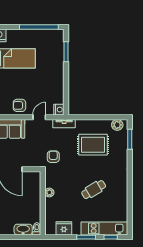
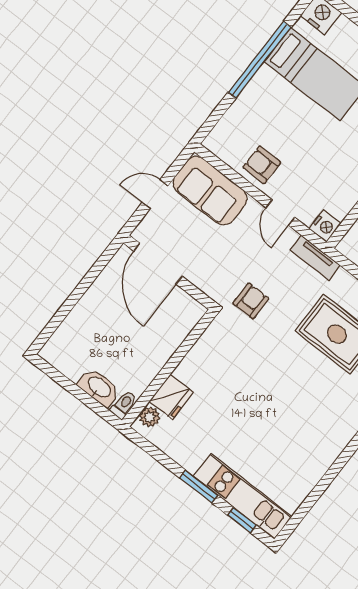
door: (39, 117) -> (280, 213), swing flipped
cafe table: (94, 190) -> (277, 414), removed
plant: (49, 193) -> (150, 417), moved
fridge: (64, 228) -> (171, 397), moved, turned 90

